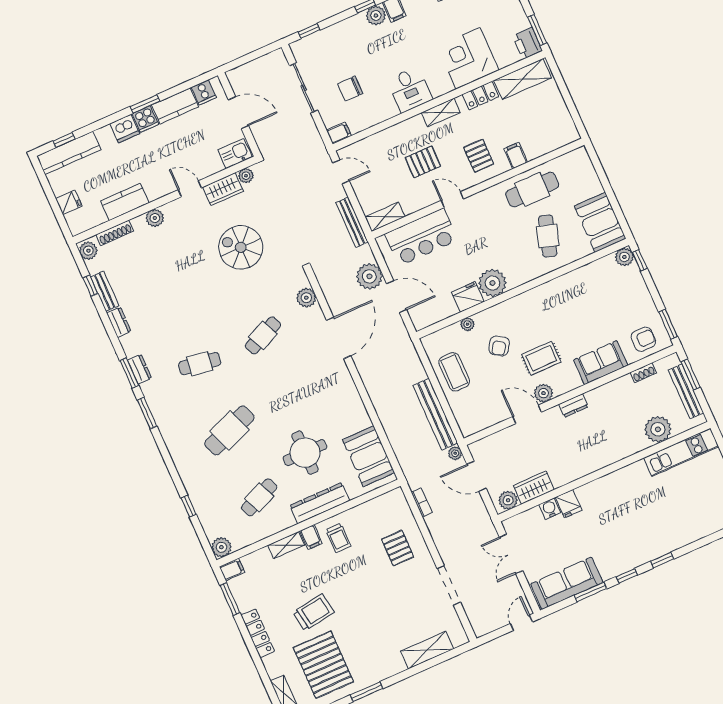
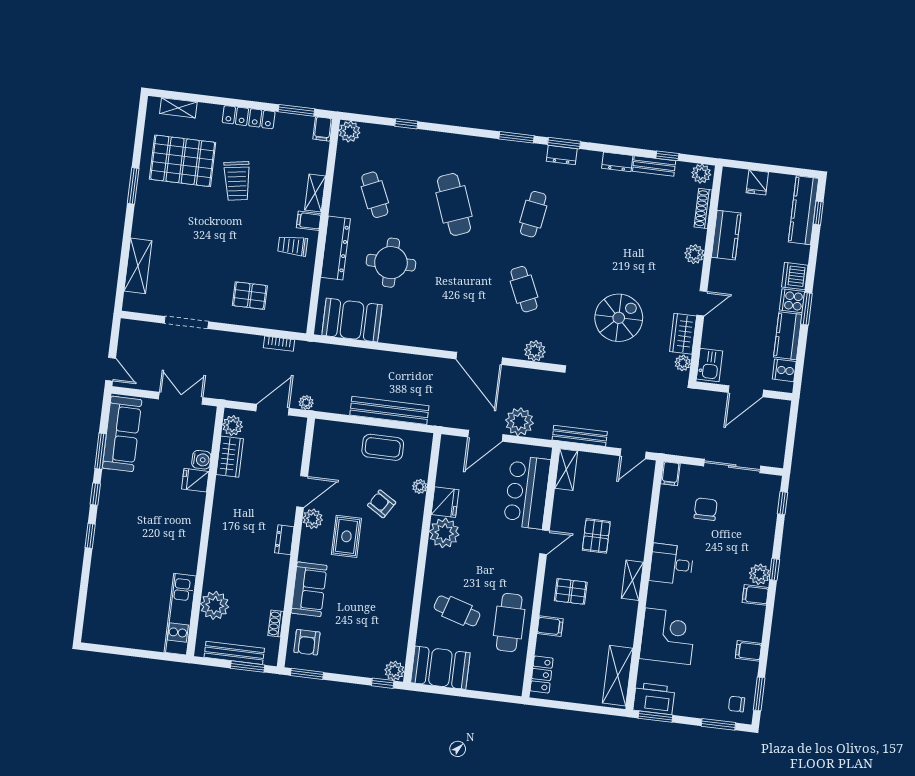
printer: (527, 43) -> (654, 699), width x1.37, depth x1.19
locker: (480, 96) -> (542, 675), moved, turned 180
bench: (435, 414) -> (389, 410), moved

